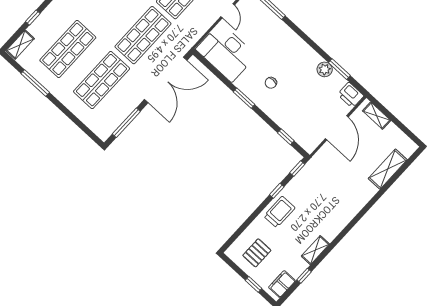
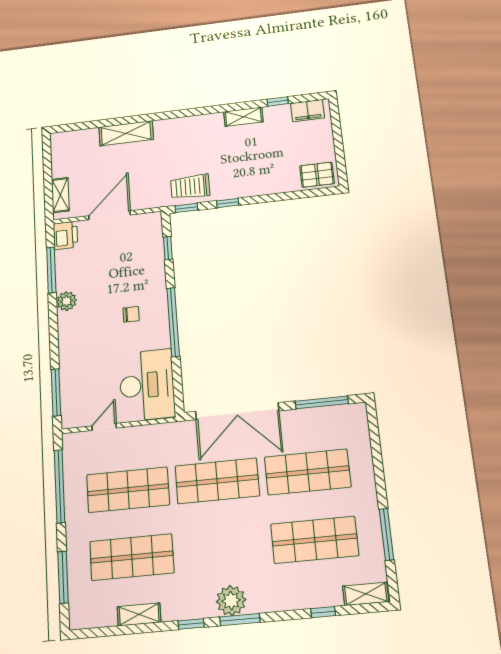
plant: (325, 69) -> (67, 301), moved
window: (339, 69) -> (51, 270), width x1.44
double door: (166, 80) -> (237, 411), swing flipped
window: (244, 98) -> (173, 322), width x2.11
shelving: (388, 169) -> (126, 133), moved
trolley: (279, 212) -> (190, 187), moved
pallet: (257, 253) -> (317, 175), moved
window: (254, 284) -> (337, 132), removed

